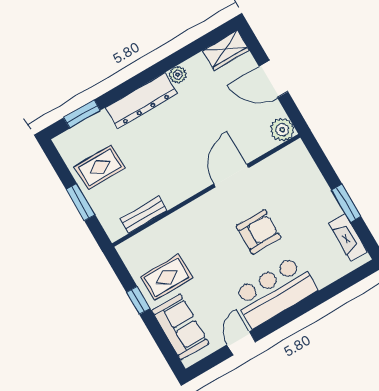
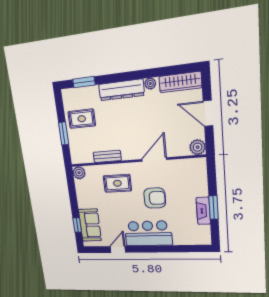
wardrobe: (226, 50) -> (180, 82), width x1.50
bench: (144, 215) -> (107, 156), moved
fireplace: (348, 237) -> (203, 211), moved
plant: (129, 251) -> (79, 173), added
rug: (167, 277) -> (117, 183), moved
window: (138, 300) -> (77, 225), moved

